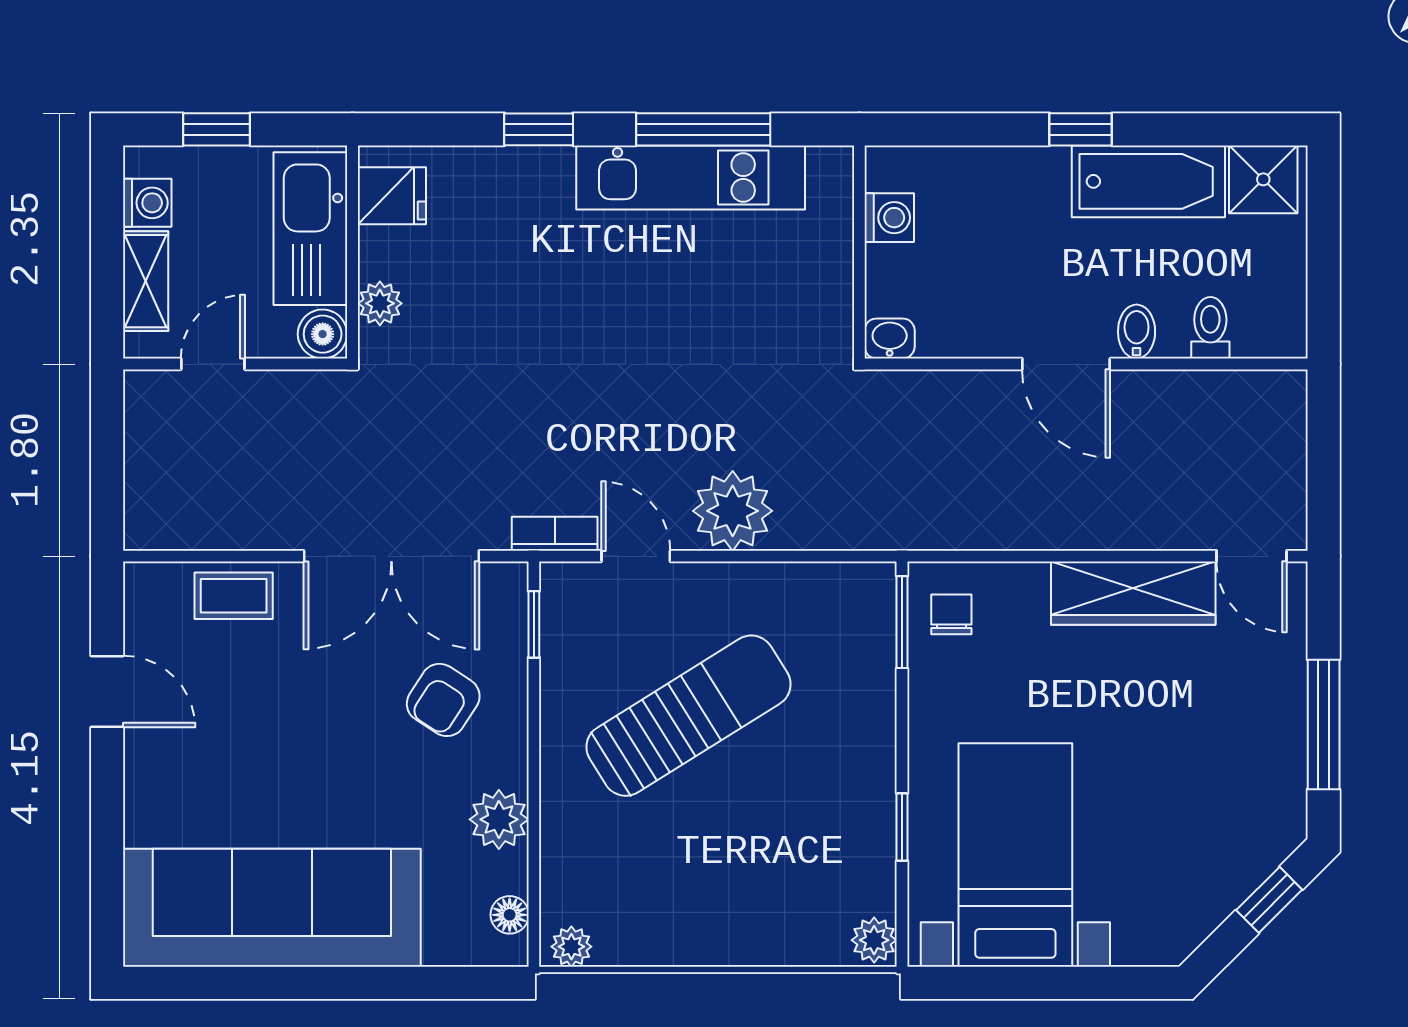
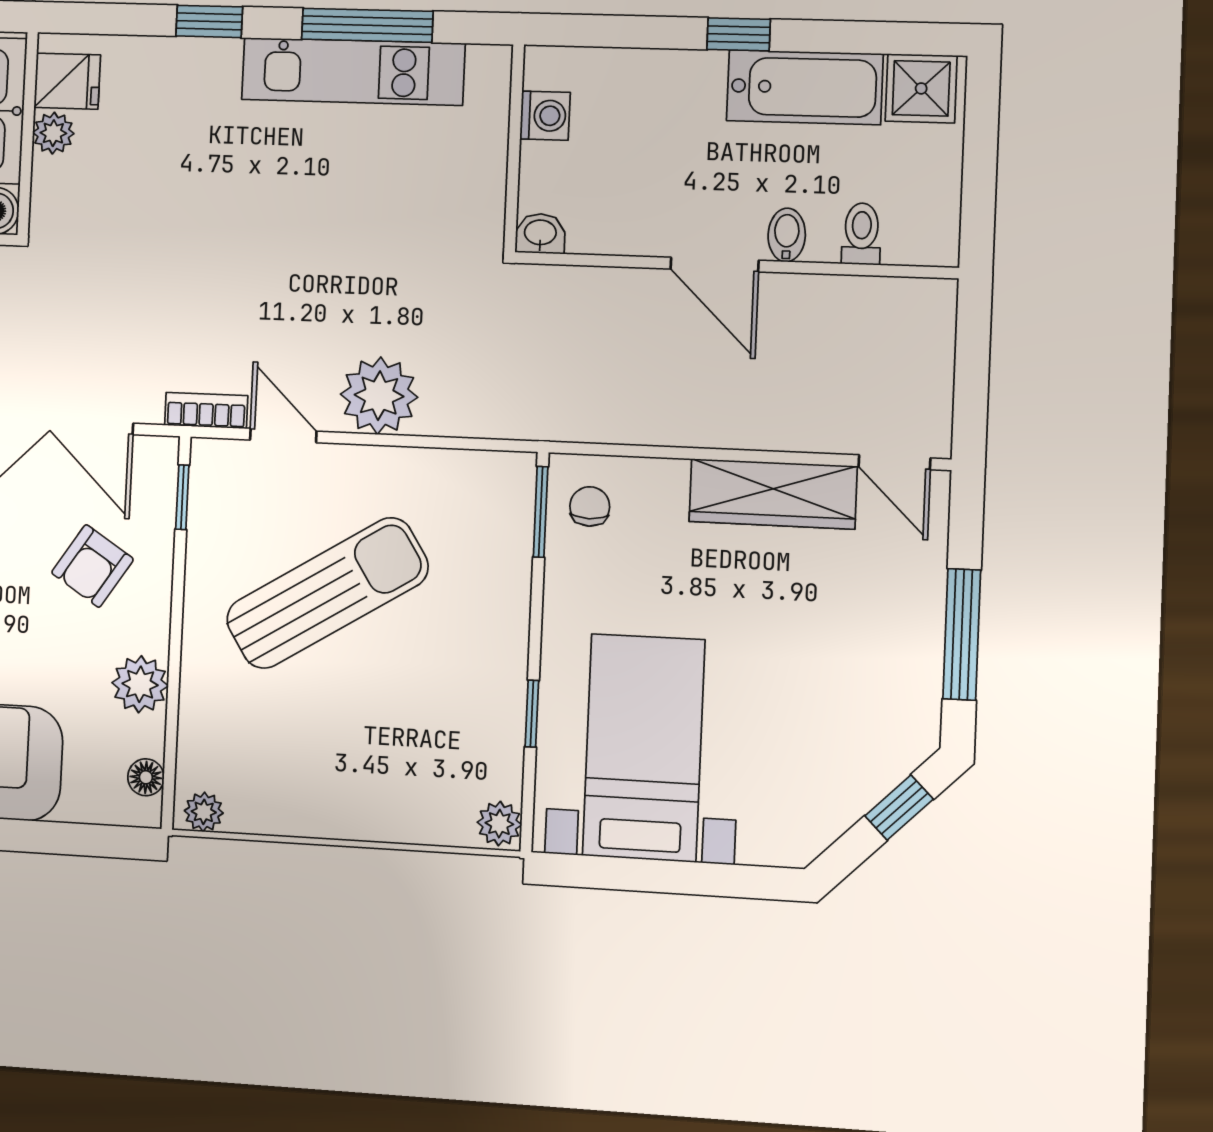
plant: (380, 303) -> (53, 133), moved

